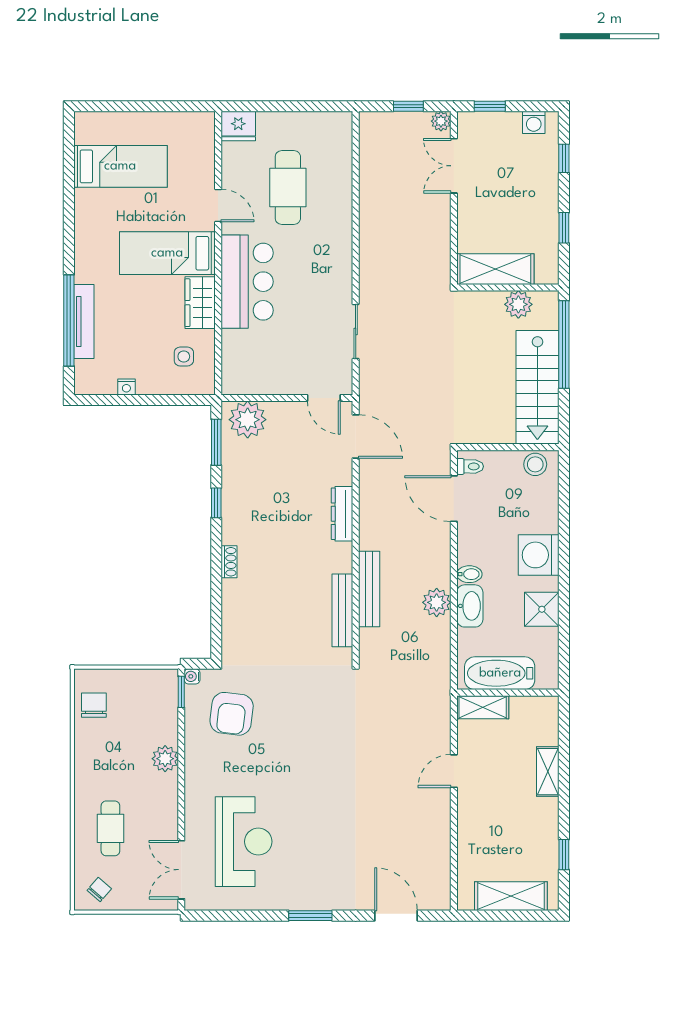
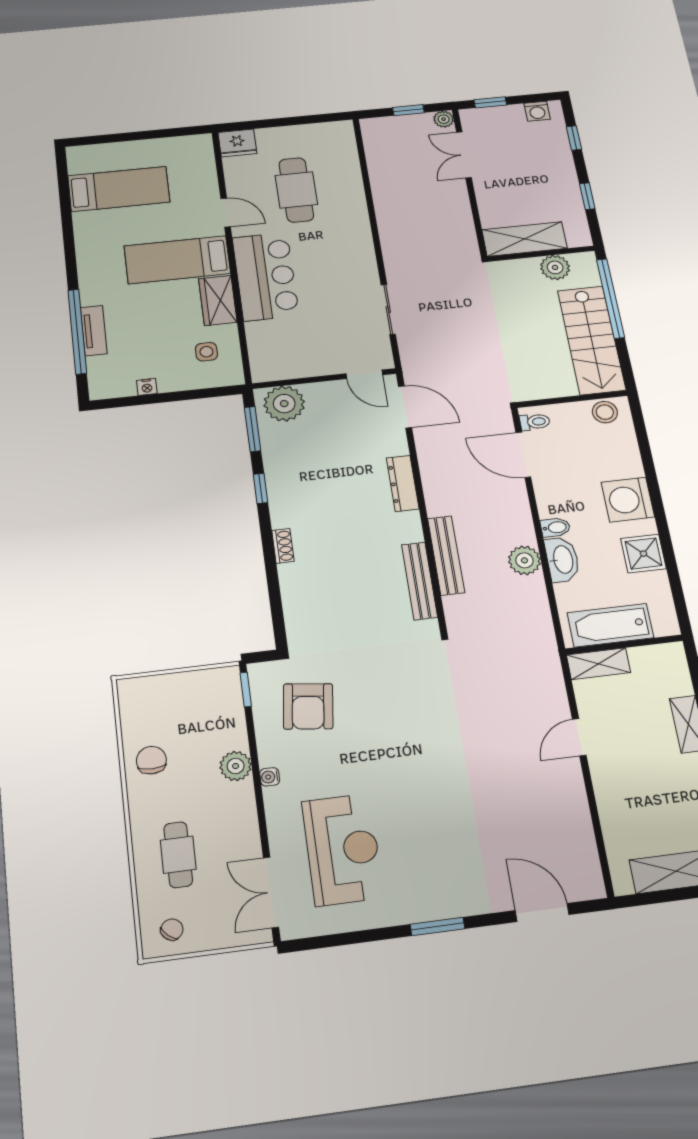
tv unit: (84, 321) -> (94, 331), width x0.71
water cooler: (192, 676) -> (270, 777), moved
chair: (94, 705) -> (151, 760), moved

